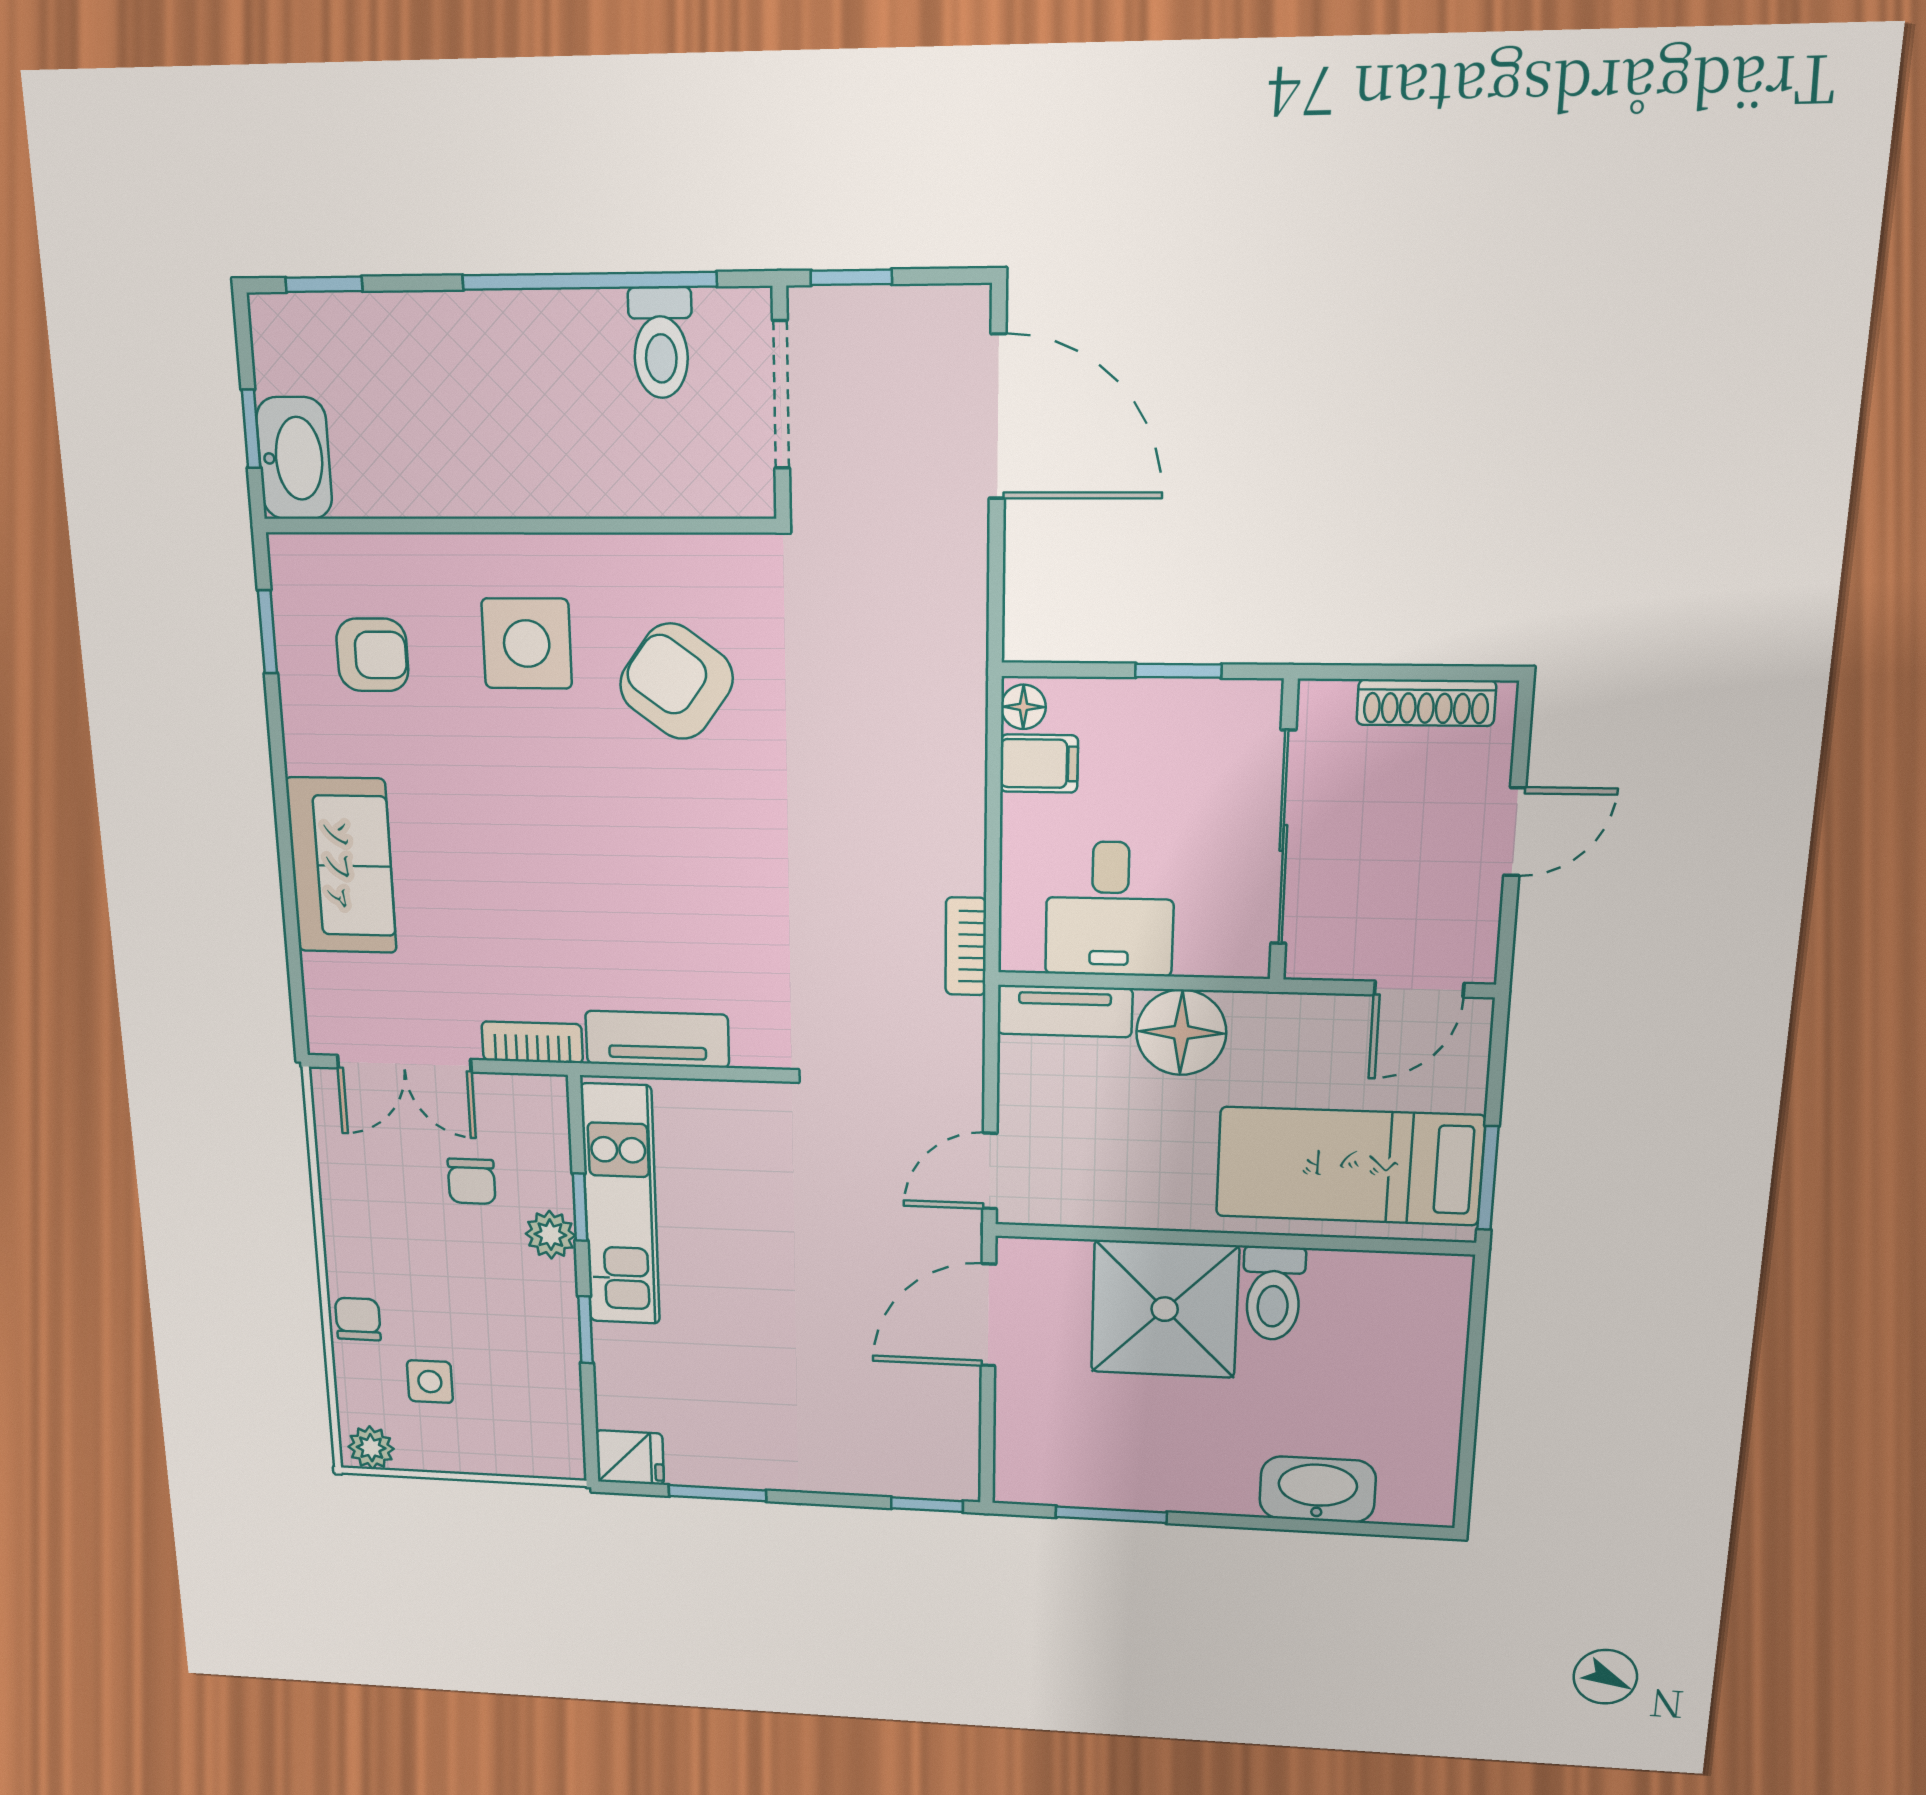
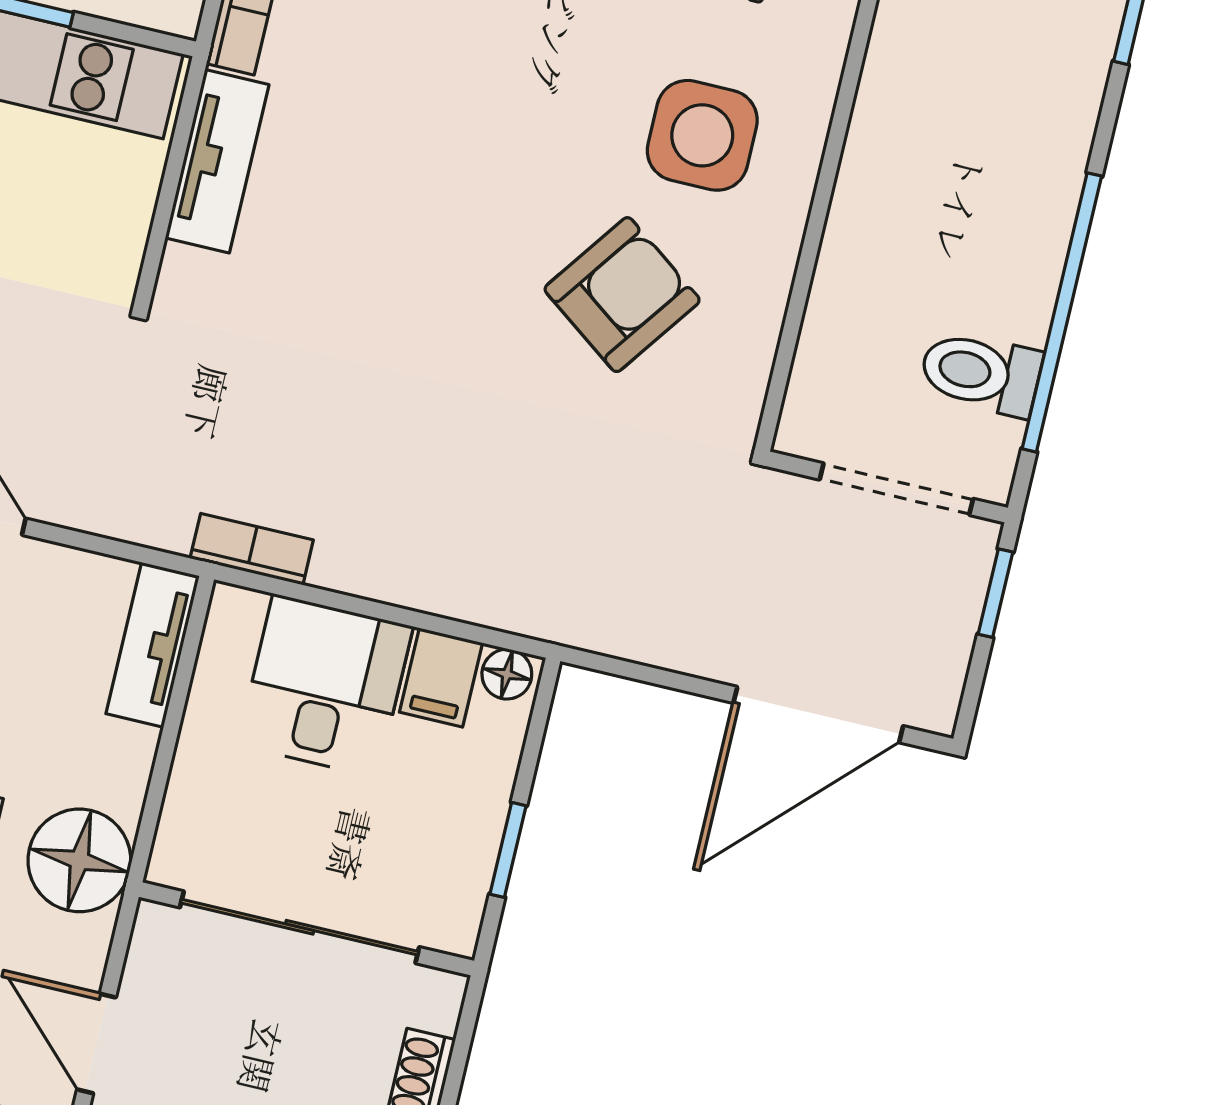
desk: (1110, 909) -> (325, 686), moved, turned 90
floor lamp: (1181, 1032) -> (79, 860), moved

